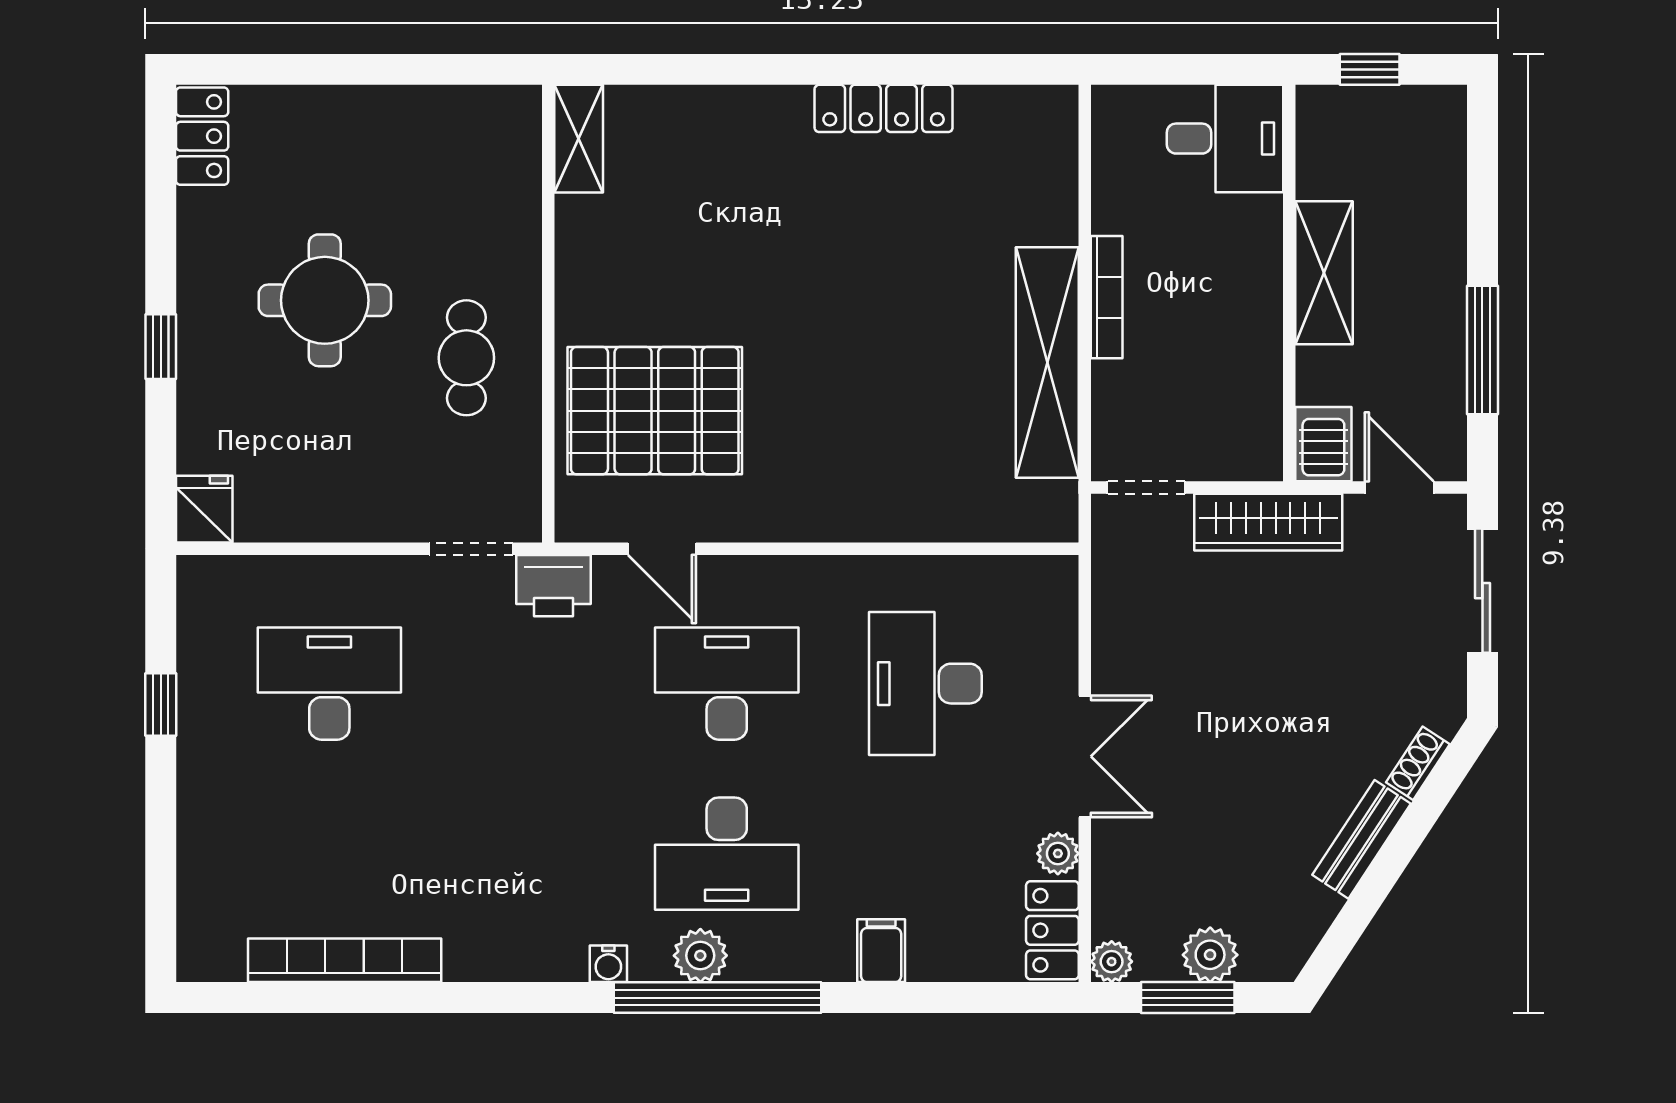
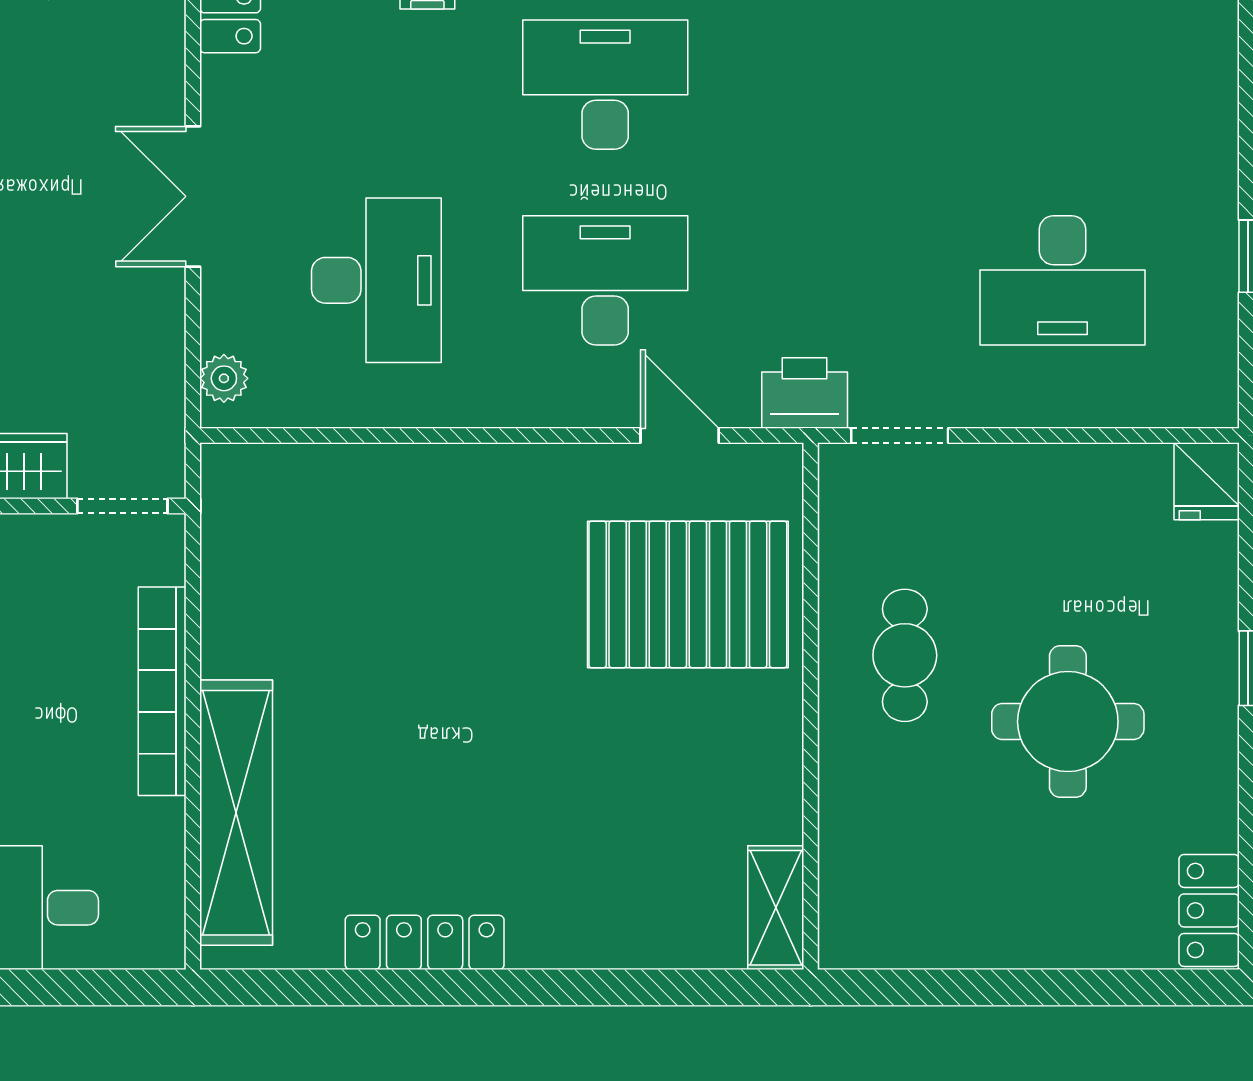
bookcase: (1107, 297) -> (162, 691), width x1.48, depth x1.31
shelving: (1047, 362) -> (236, 813), moved
desk: (727, 684) -> (605, 280), turned 180
plant: (1058, 853) -> (224, 378), moved

